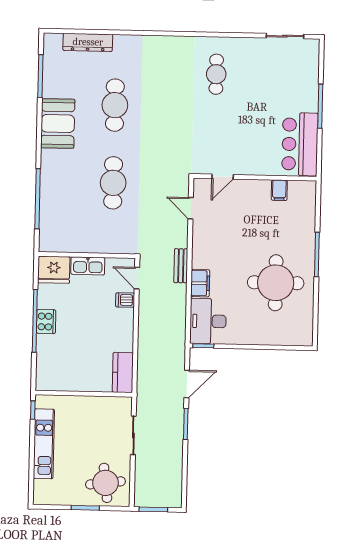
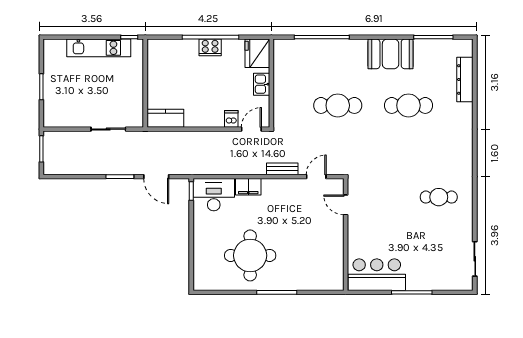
filing cabinet: (279, 190) -> (334, 257), removed
kitchen sink: (88, 266) -> (262, 84), width x0.73
bench: (181, 266) -> (282, 169), moved
round table: (105, 483) -> (64, 105), removed

